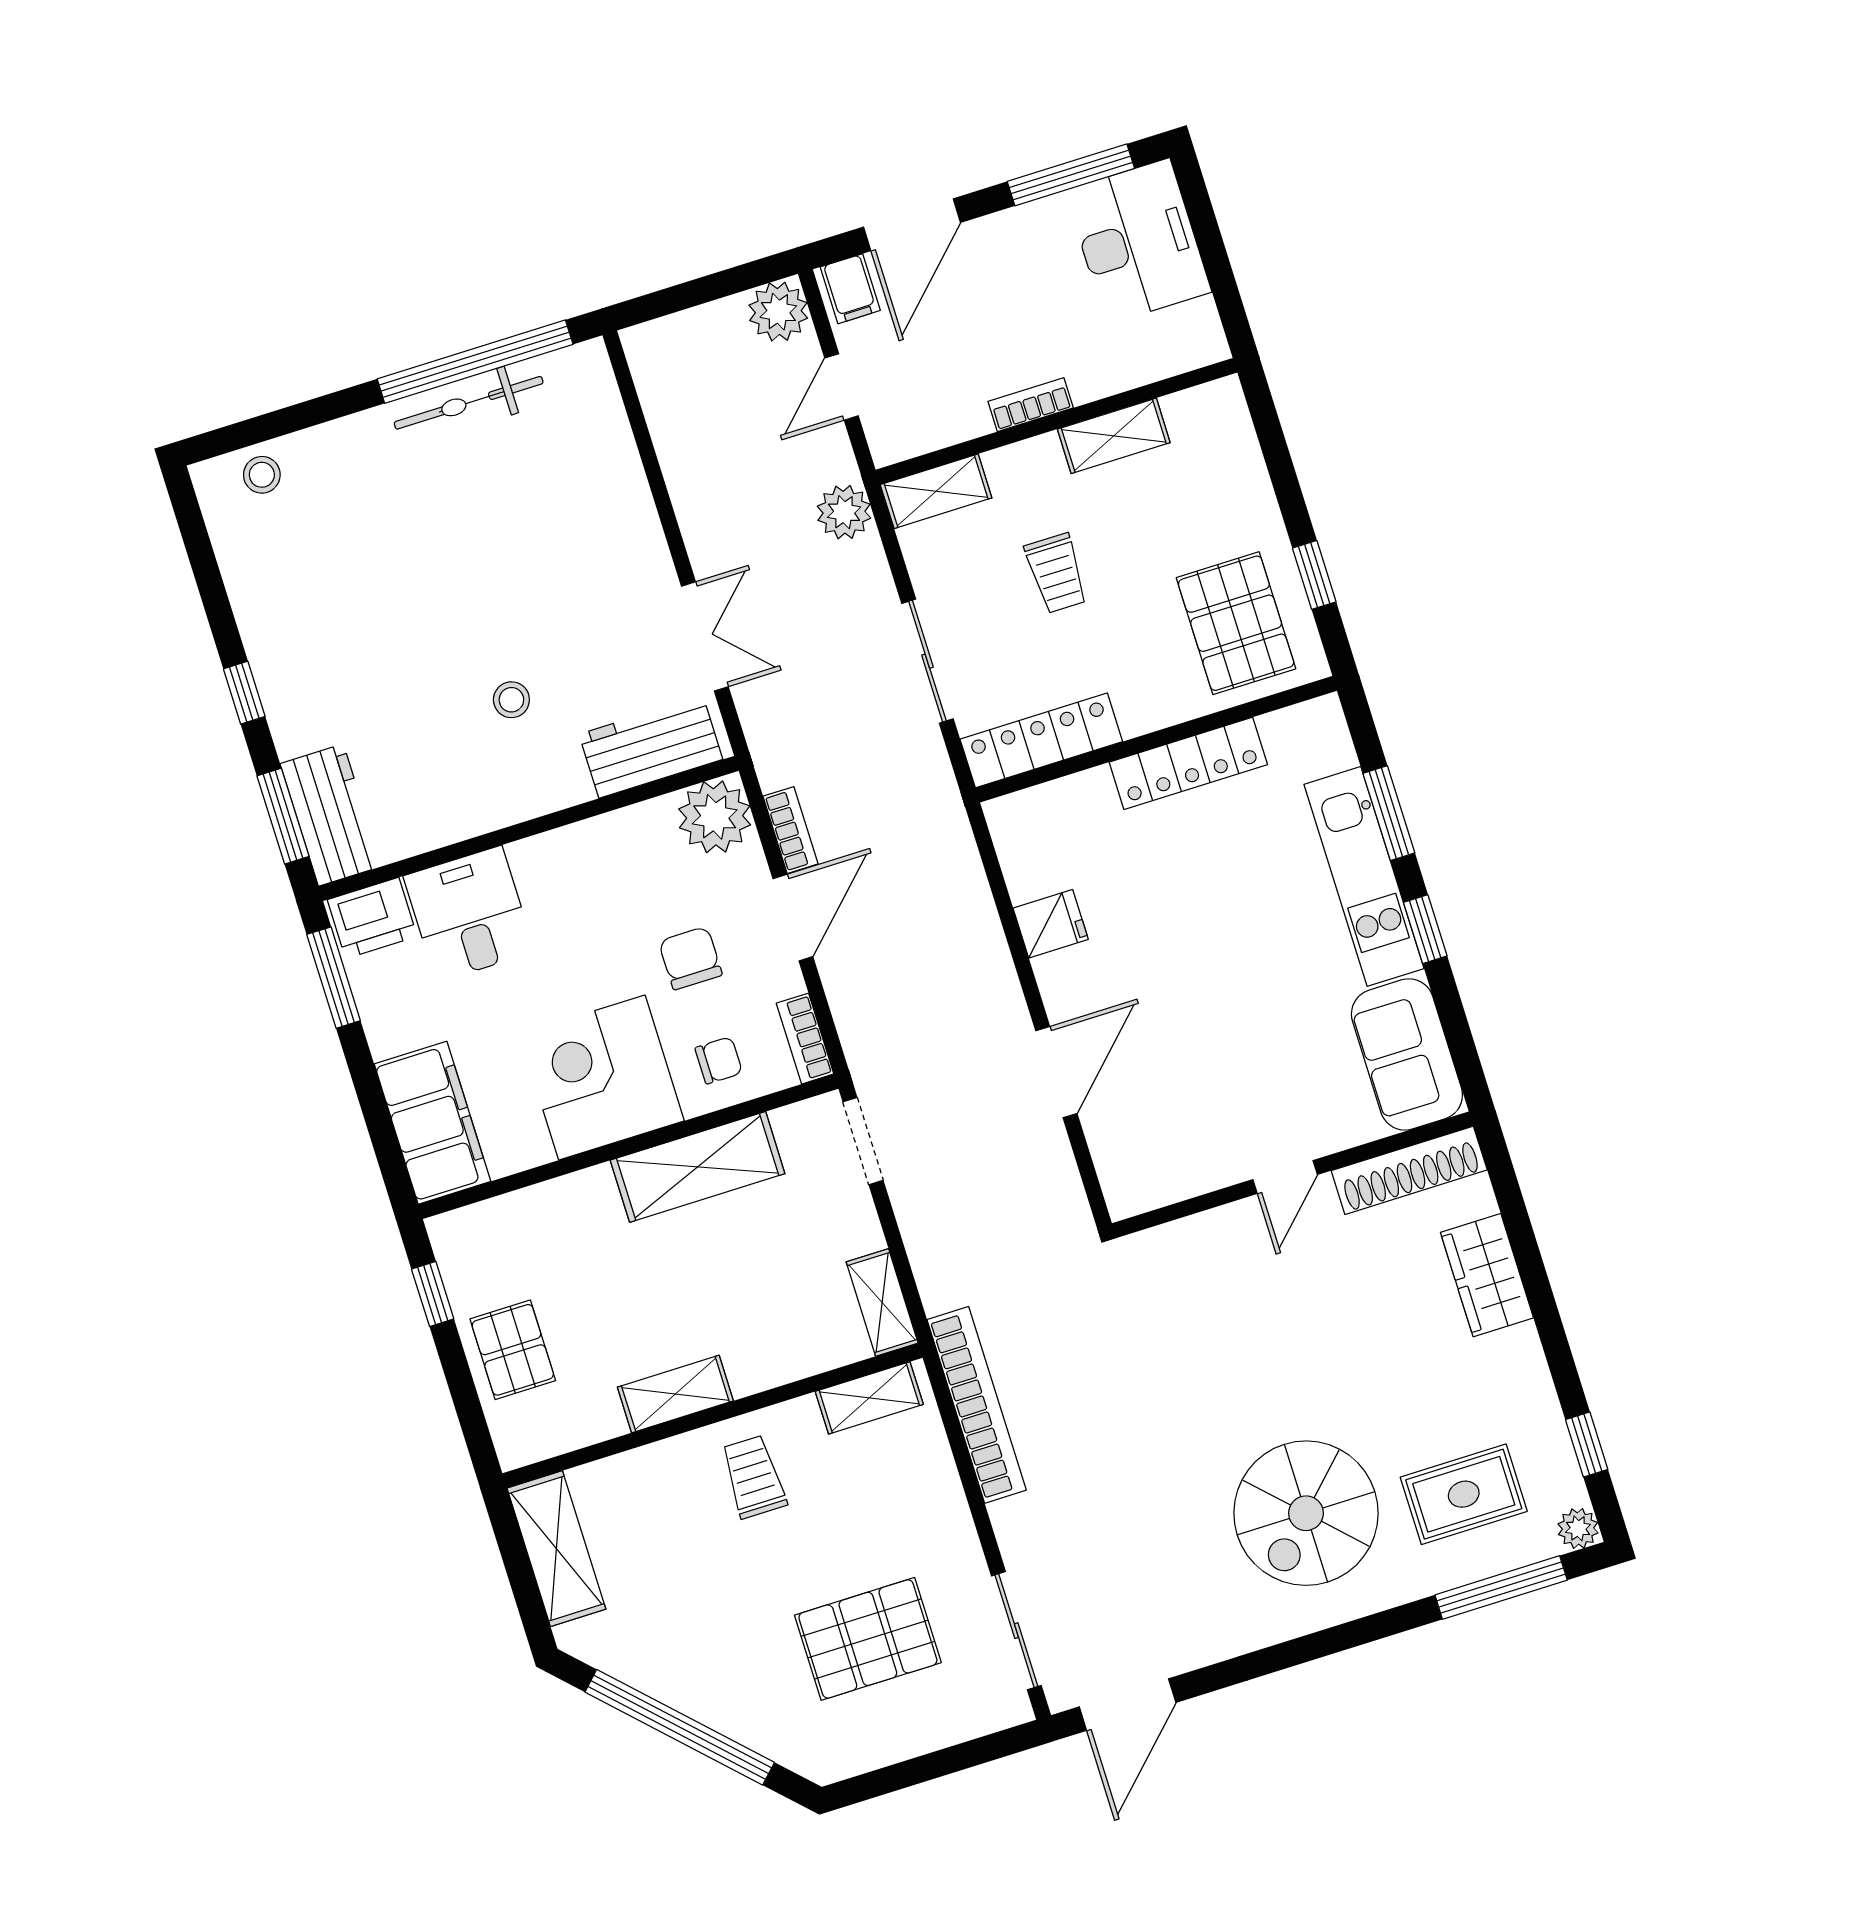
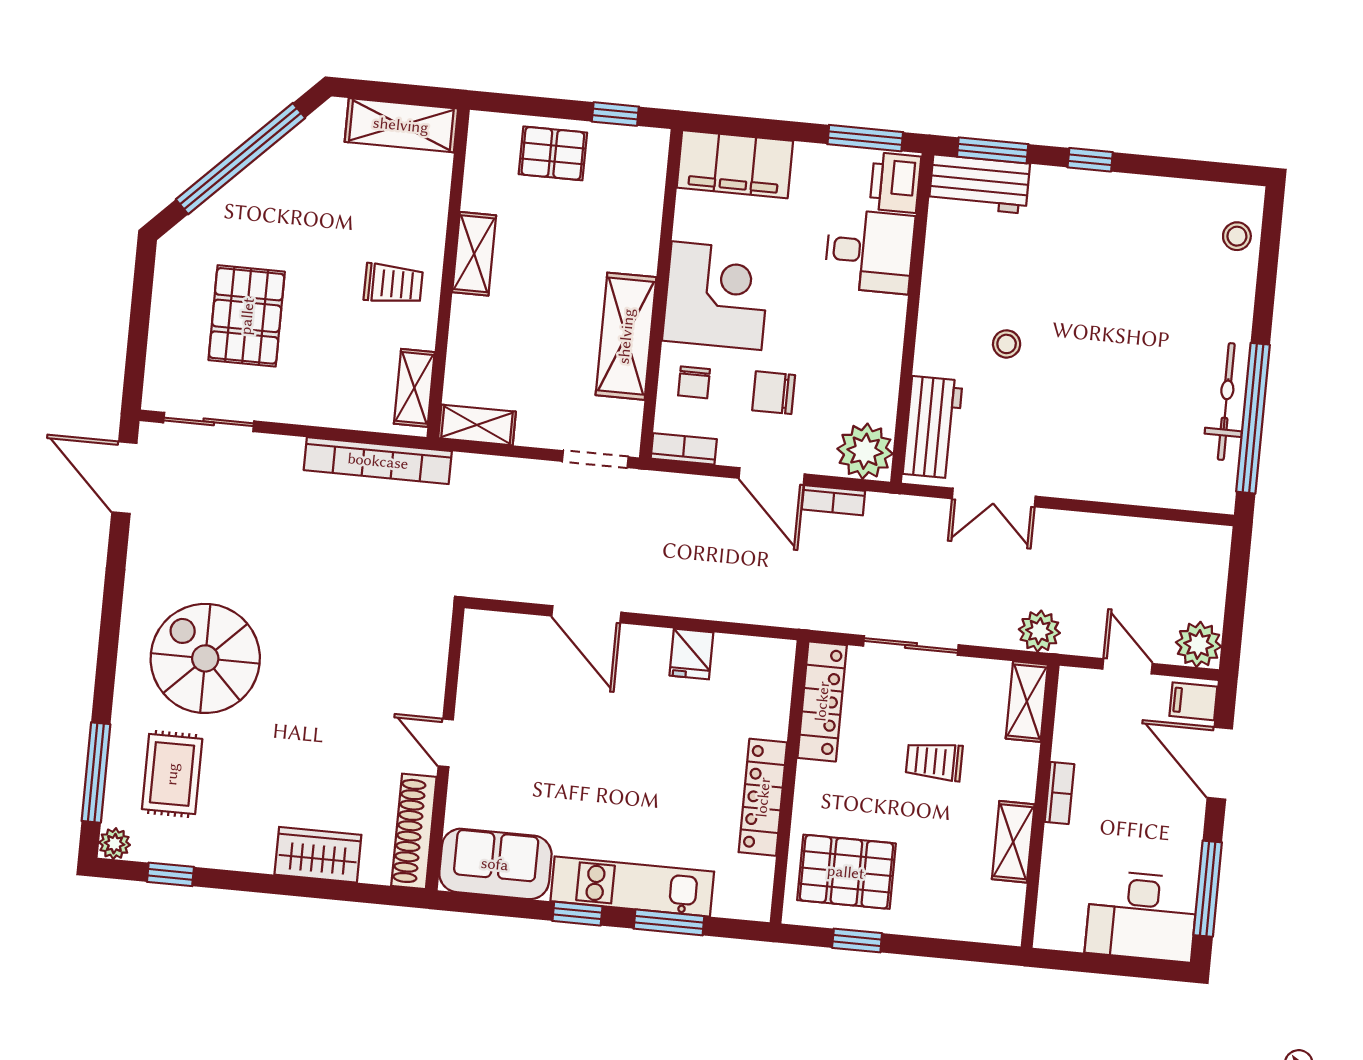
chair: (690, 958) -> (774, 393), turned 180

